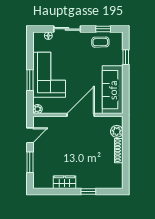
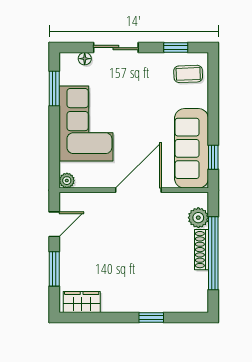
coffee table: (100, 42) -> (188, 74), moved
window: (126, 57) -> (213, 157), moved
window: (30, 80) -> (54, 88), moved
window: (126, 153) -> (213, 253), added
wardrobe: (64, 182) -> (82, 302), moved

